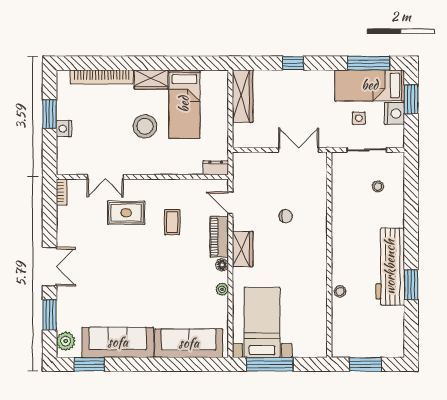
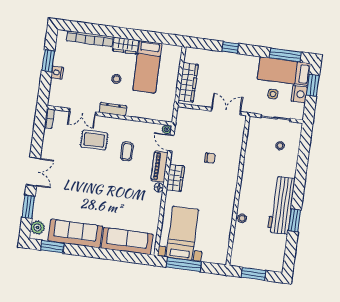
wardrobe: (243, 96) -> (188, 82), moved
stool: (145, 126) -> (116, 79), width x0.53, depth x0.53
dresser: (216, 168) -> (113, 109), moved, width x1.44
plant: (222, 289) -> (167, 129), moved

